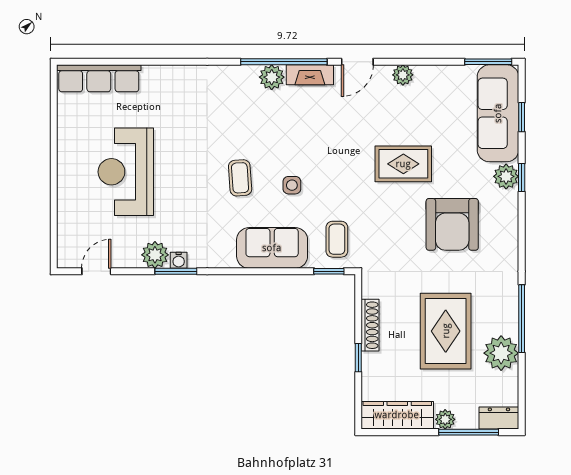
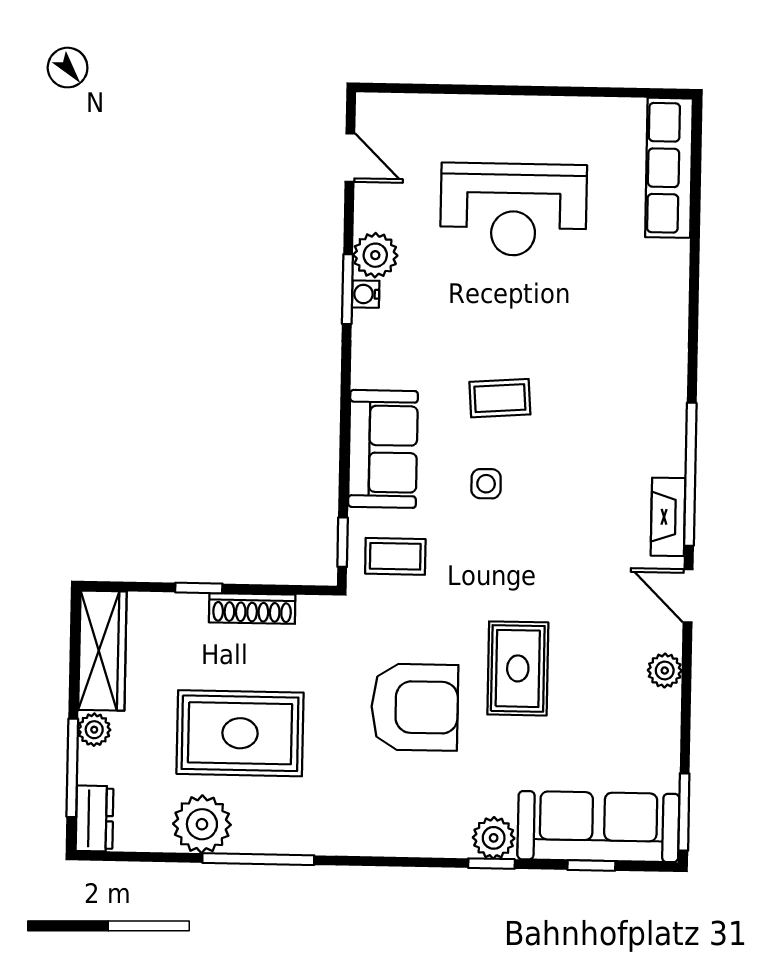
plant: (272, 77) -> (665, 454), removed
reception desk: (126, 172) -> (514, 210), turned 180
armchair: (452, 224) -> (415, 707), moved, turned 180

